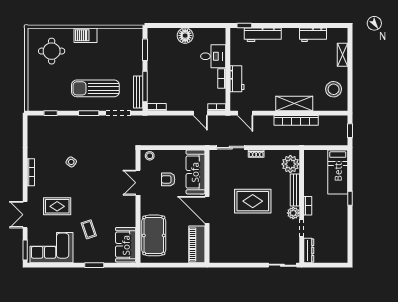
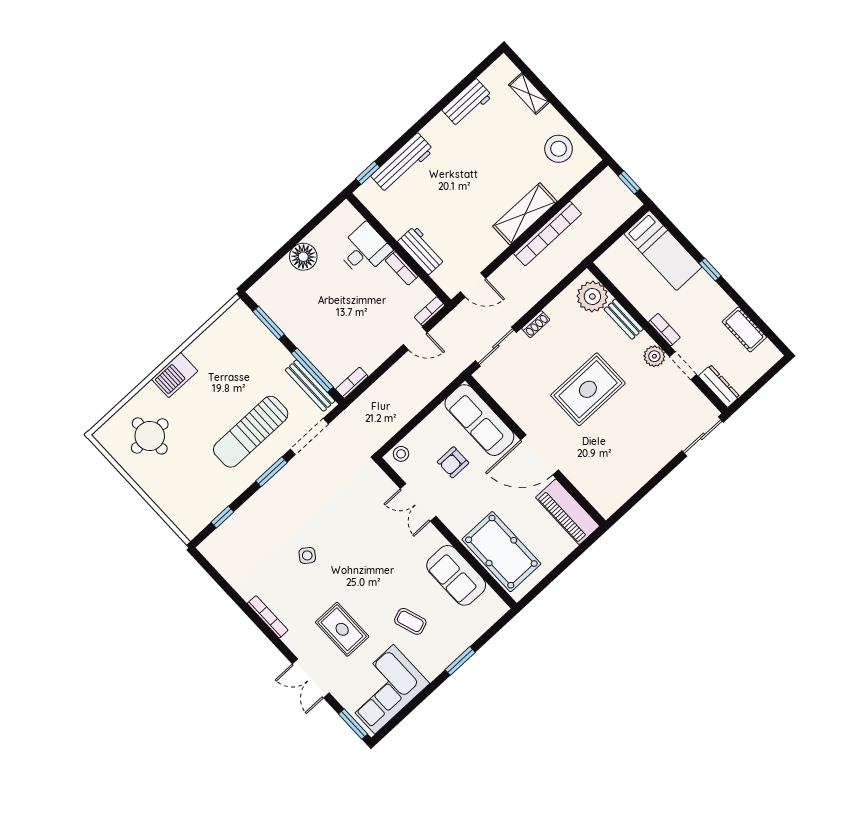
bench: (295, 190) -> (624, 319), width x0.73
rug: (57, 206) -> (342, 629), turned 90
cot: (341, 237) -> (744, 329), added
sofa: (126, 245) -> (456, 575), moved

